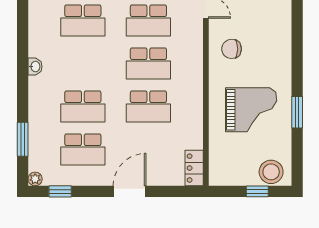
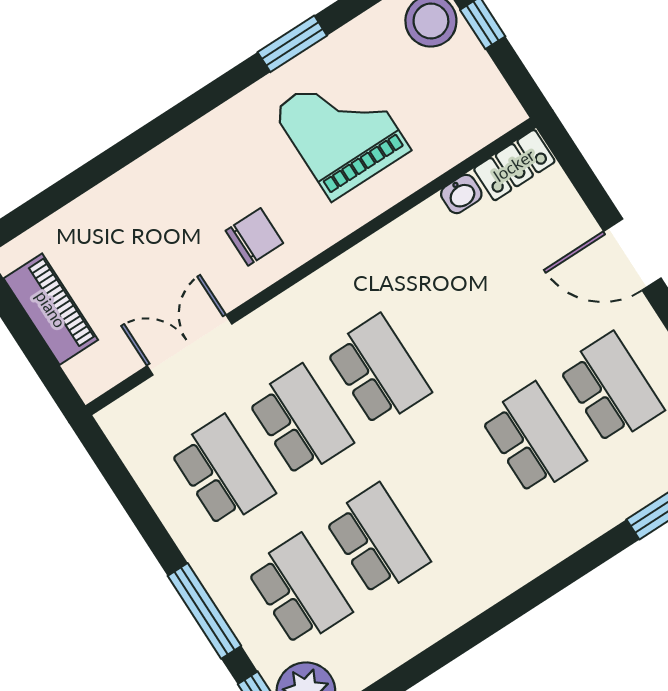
chair: (232, 49) -> (254, 237), turned -90
washbasin: (35, 67) -> (461, 194), moved, turned 180
school desk: (148, 106) -> (456, 320), removed

